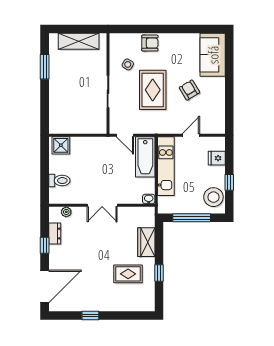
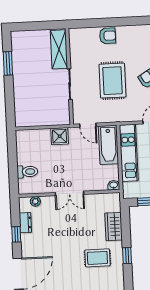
shelving: (79, 41) -> (59, 49), moved, turned 90
side table: (128, 64) -> (87, 57), removed
shower: (61, 145) -> (60, 136), moved

